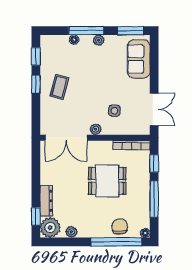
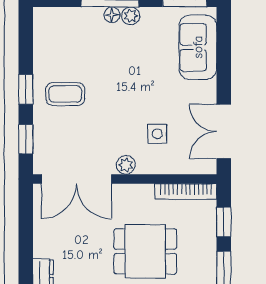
floor lamp: (74, 40) -> (112, 15), moved
window: (36, 56) -> (26, 139), moved
coffee table: (59, 87) -> (65, 94), turned 75
double door: (154, 109) -> (224, 131), swing flipped

